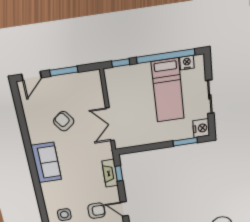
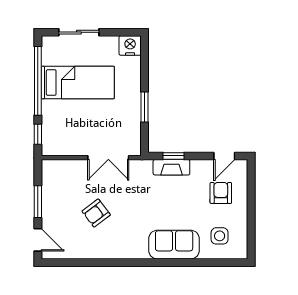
nightstand: (187, 63) -> (49, 57), removed
sliding door: (210, 97) -> (79, 32), moved
window: (185, 142) -> (145, 107), moved
sofa: (46, 163) -> (174, 245), moved

